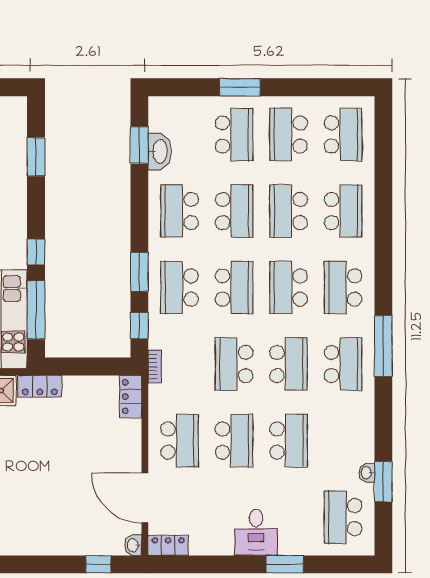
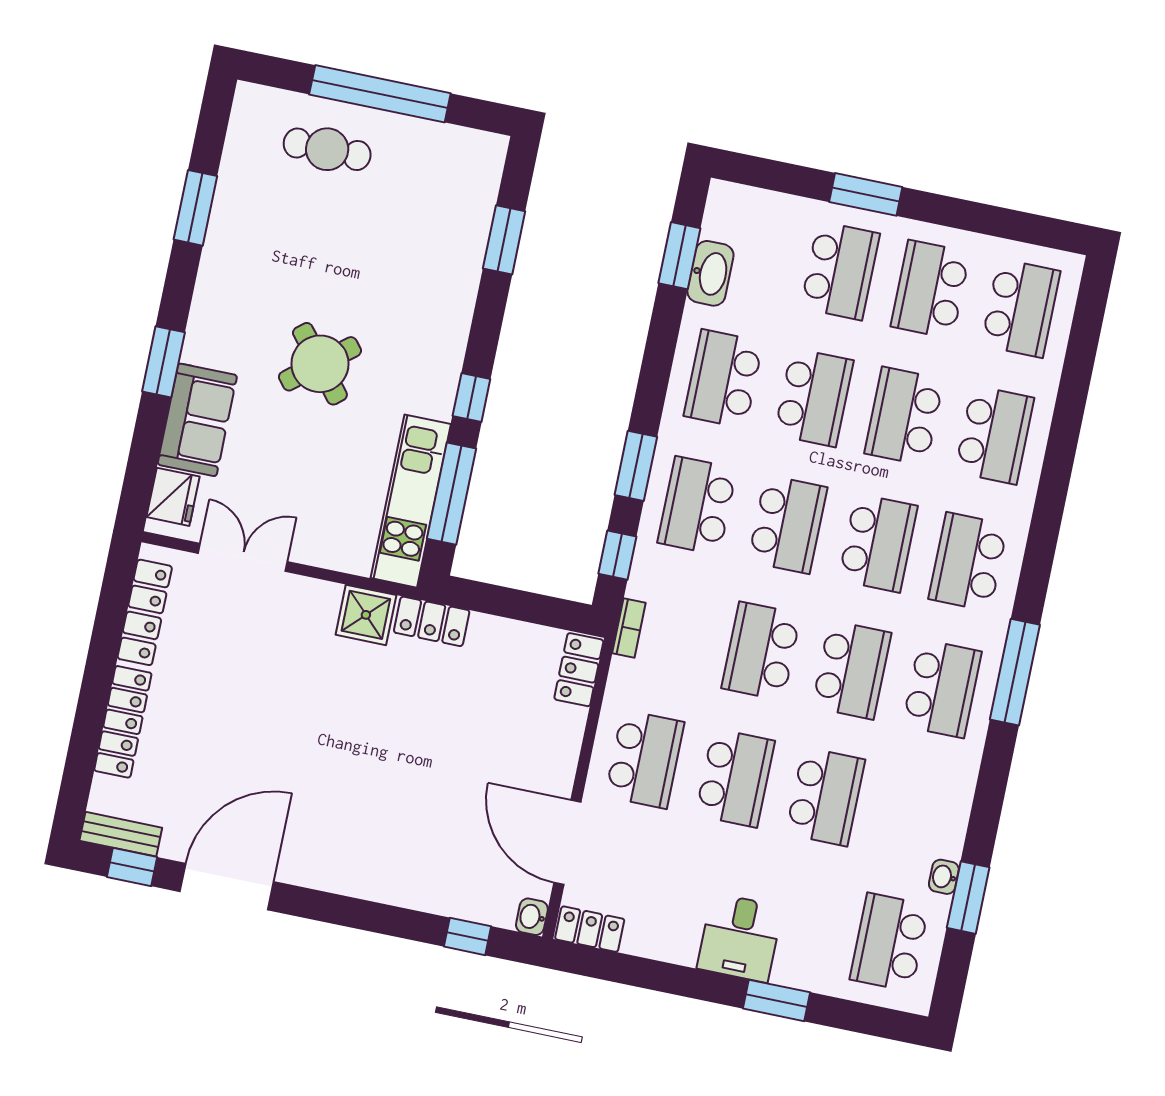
school desk: (289, 288) -> (878, 543), turned 180

